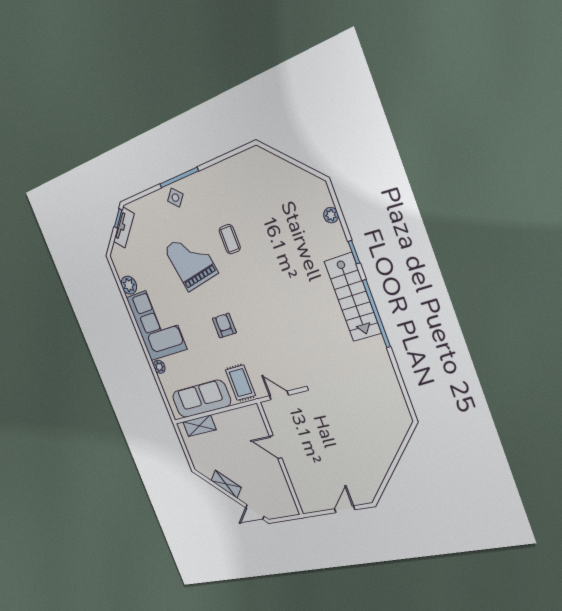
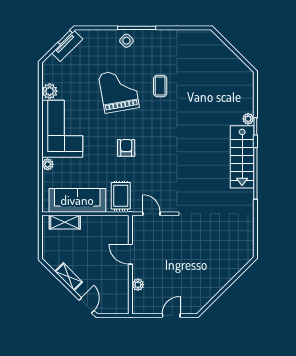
plant: (331, 215) -> (248, 119), moved
plant: (296, 480) -> (138, 285), added
door: (255, 512) -> (86, 305), swing flipped

